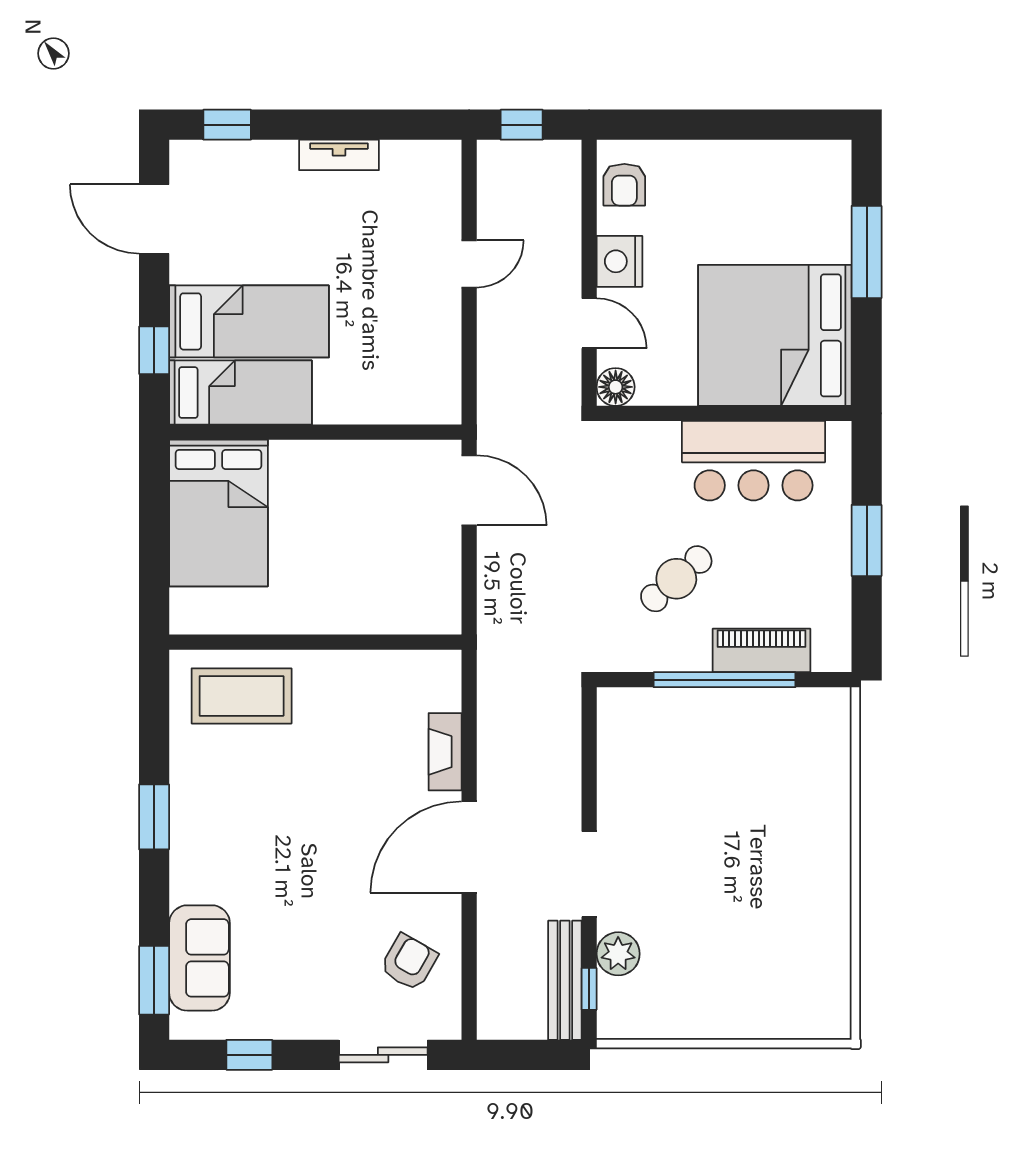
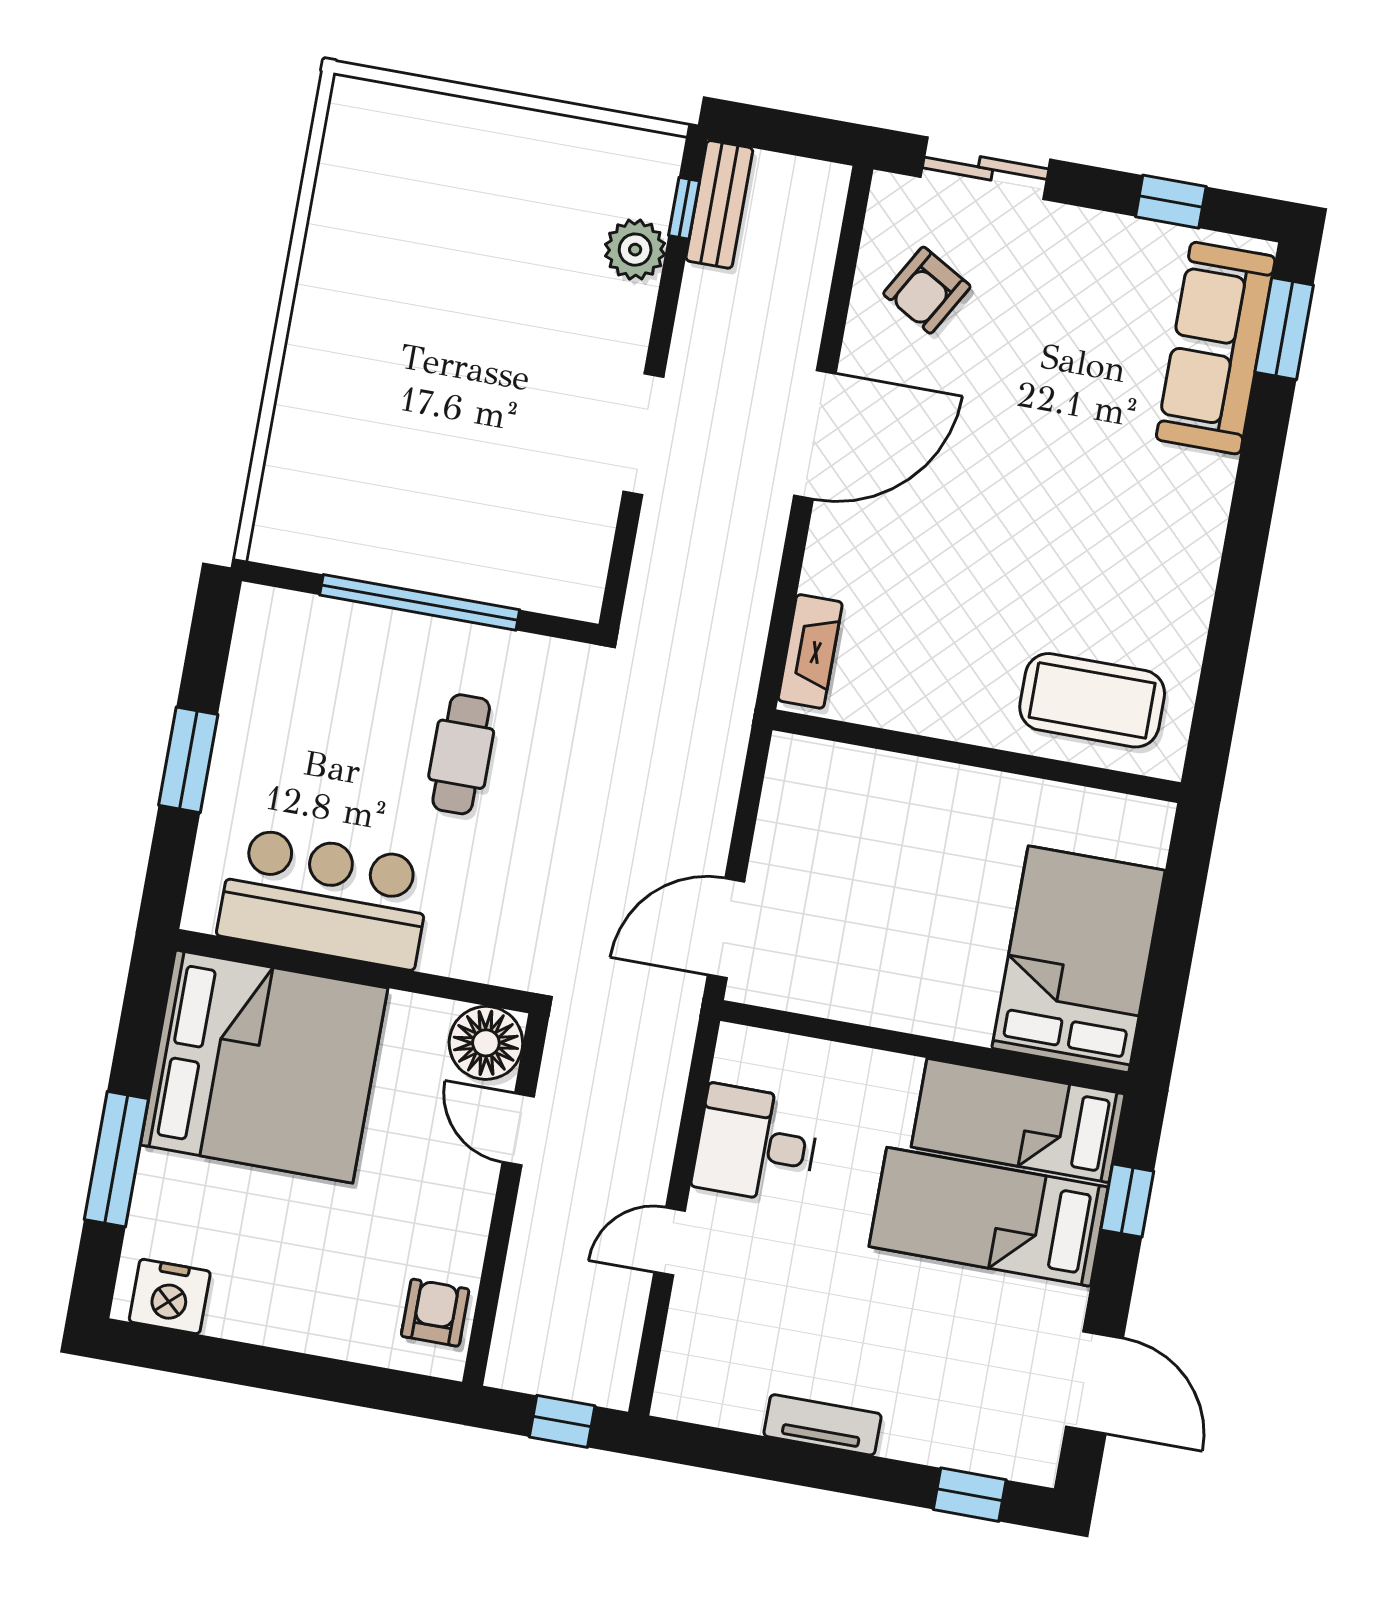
nightstand: (619, 261) -> (170, 1297), moved, turned 90
desk: (421, 343) -> (756, 1144), added
floor lamp: (616, 387) -> (486, 1043), width x1.38, depth x1.38
door: (469, 490) -> (726, 928), hinge flipped
cafe table: (676, 579) -> (461, 754), turned -49
piano: (762, 650) -> (361, 634), removed
fireplace: (445, 752) -> (810, 651), moved
window: (154, 817) -> (1243, 555), removed
doorway: (589, 874) -> (643, 434), moved
sofa: (200, 958) -> (1216, 348), width x1.36
bench: (565, 980) -> (719, 204), width x0.73

